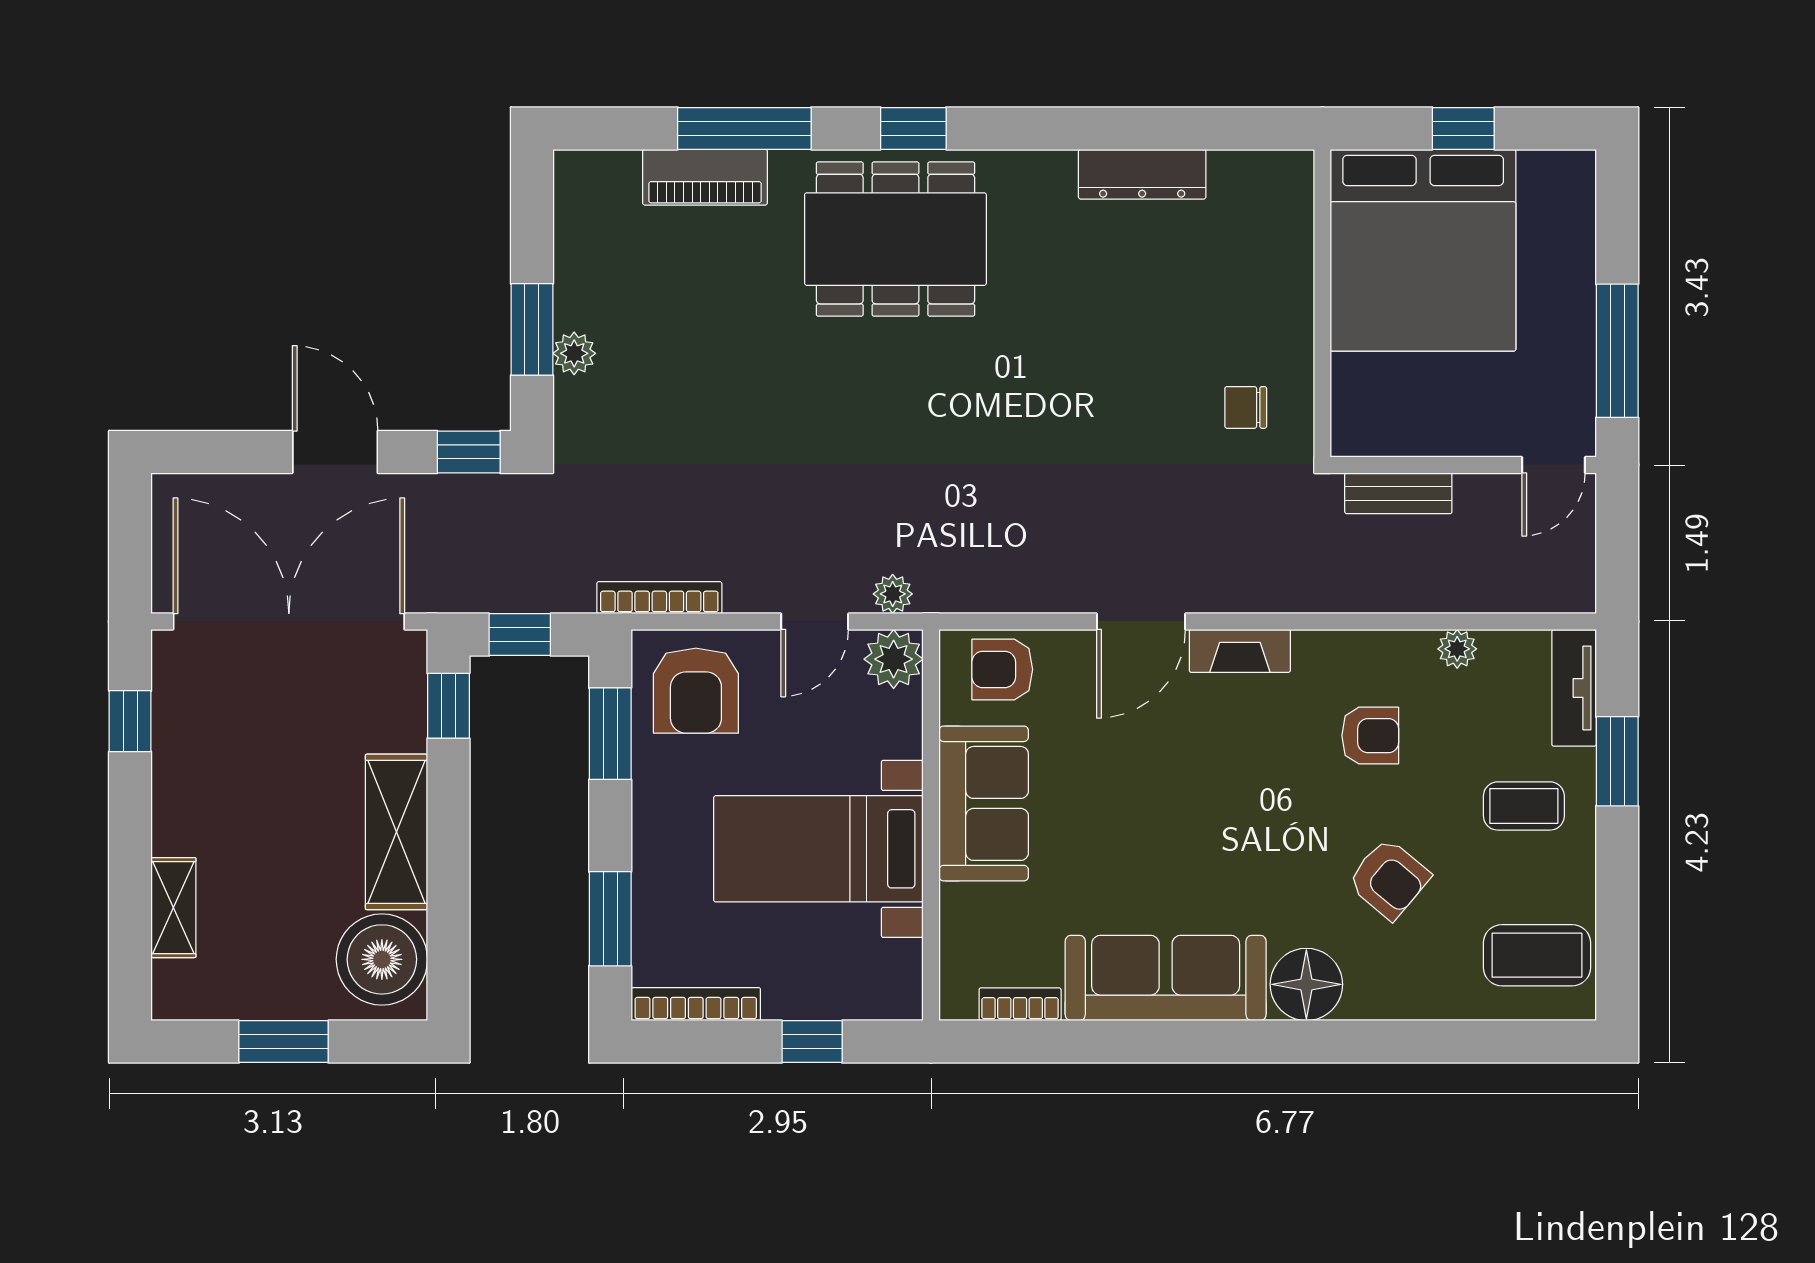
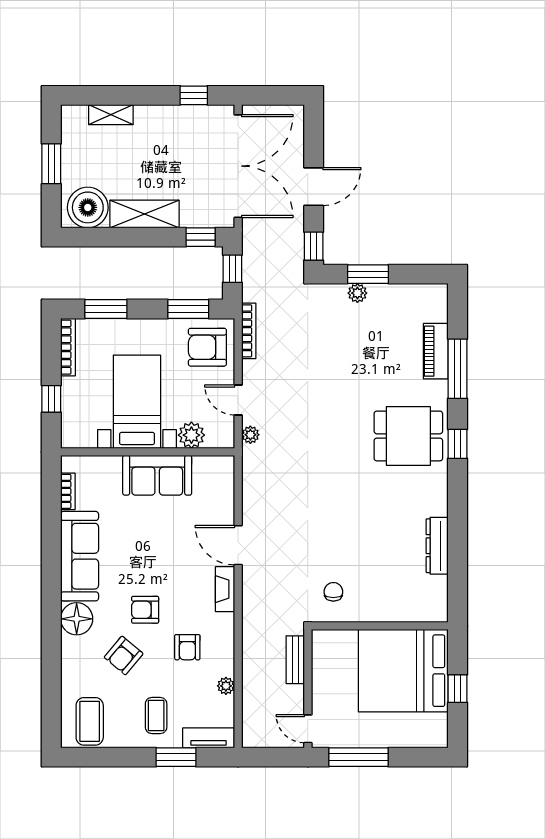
dining table: (895, 239) -> (408, 436), width x0.73
plant: (894, 659) -> (191, 435), moved
armchair: (1002, 669) -> (145, 610), moved, turned -90

